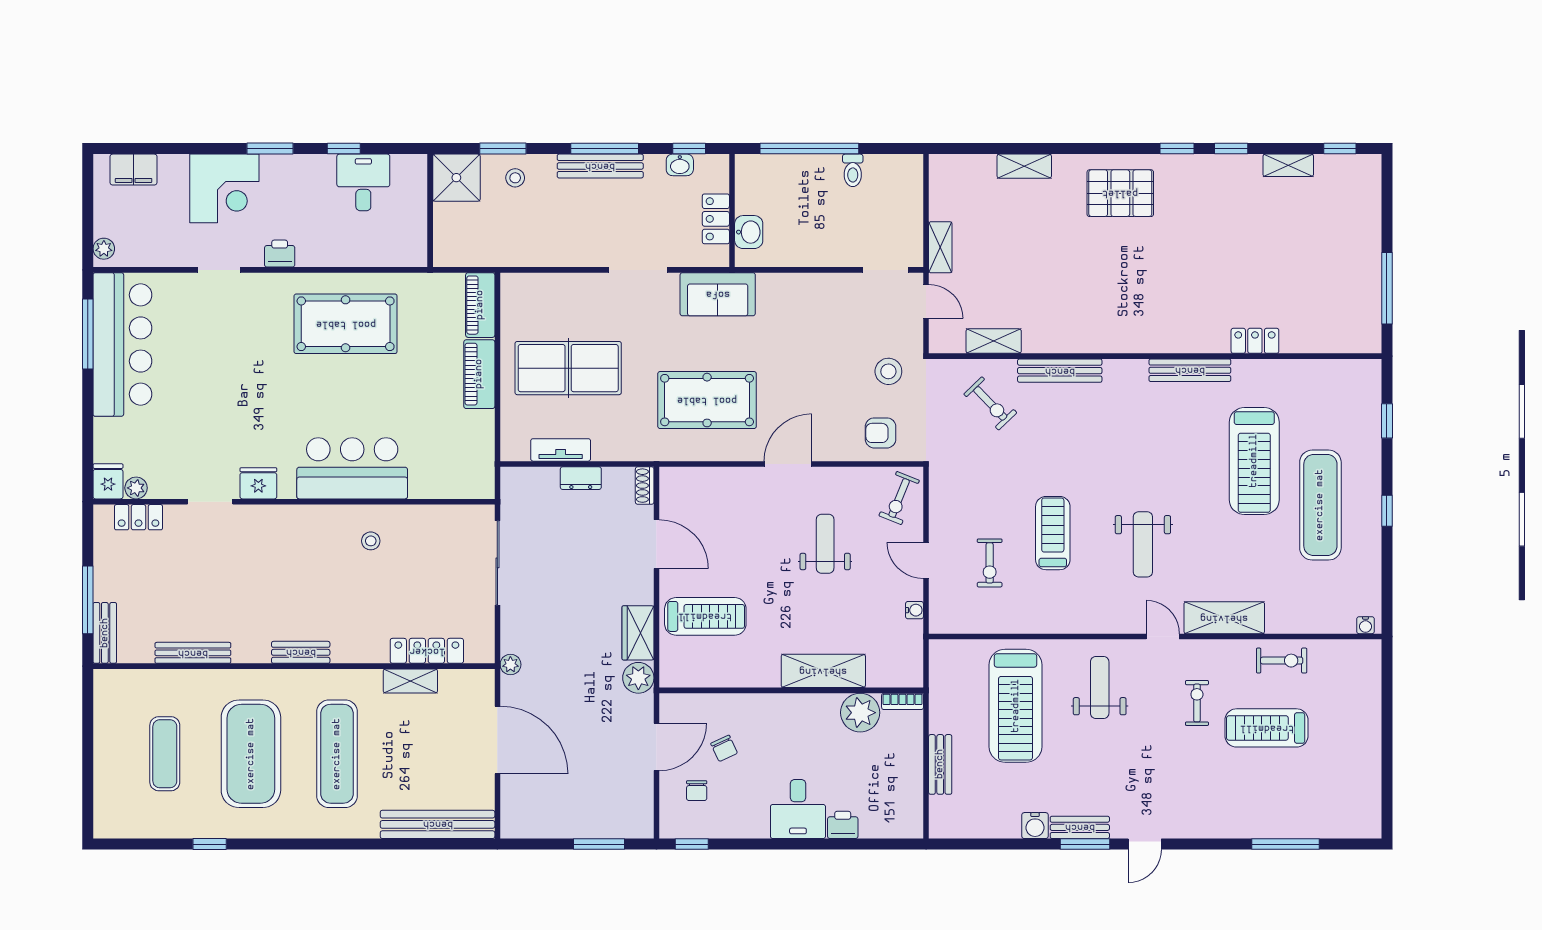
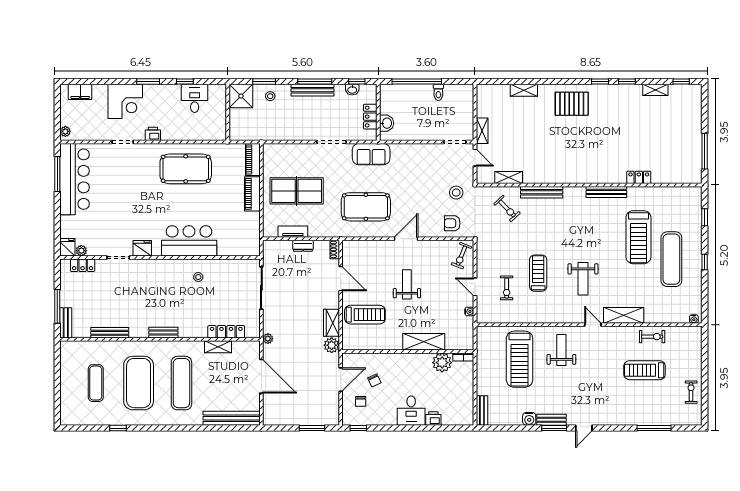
weight bench: (825, 544) -> (407, 284), moved
exercise bike: (1197, 703) -> (691, 392), moved
bench: (940, 764) -> (482, 410), moved

